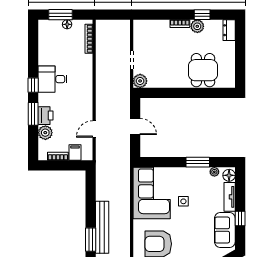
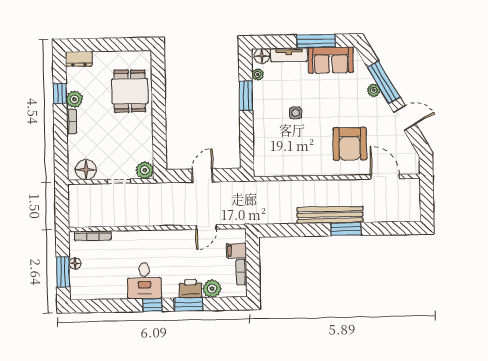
floor lamp: (141, 34) -> (86, 170), added
dining table: (203, 70) -> (130, 91), turned 90
door: (94, 129) -> (206, 227), hinge flipped
corner sofa: (152, 193) -> (286, 153), removed
window: (240, 219) -> (316, 41), width x2.17

